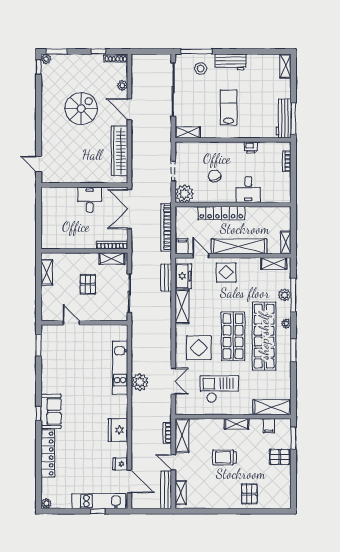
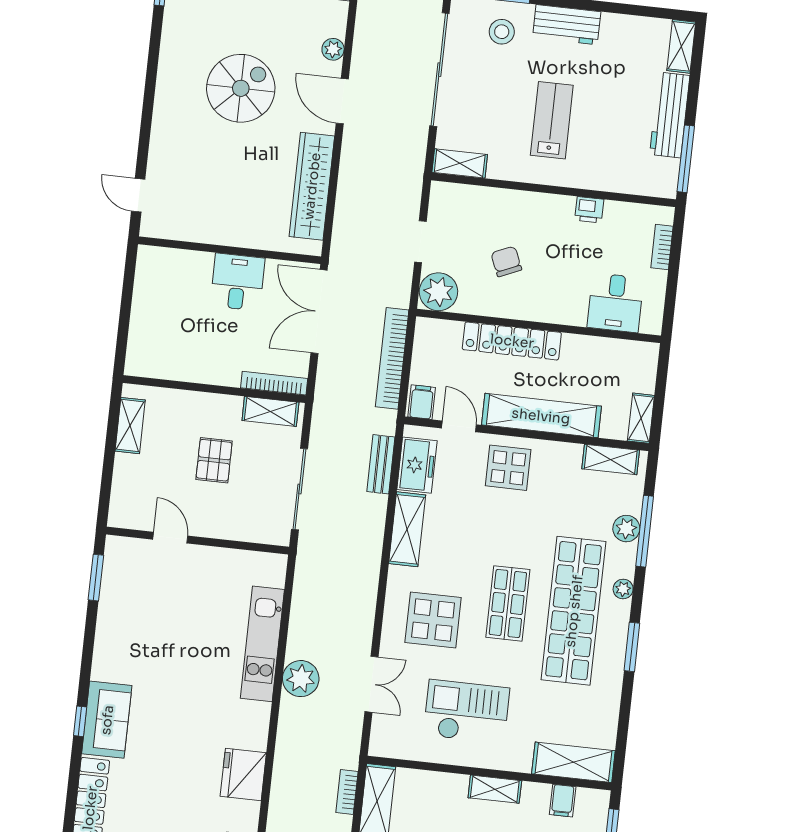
workbench: (284, 118) -> (670, 115), moved
desk: (248, 190) -> (615, 303), moved
shop shelf: (233, 336) -> (508, 603), width x0.70, depth x0.74

